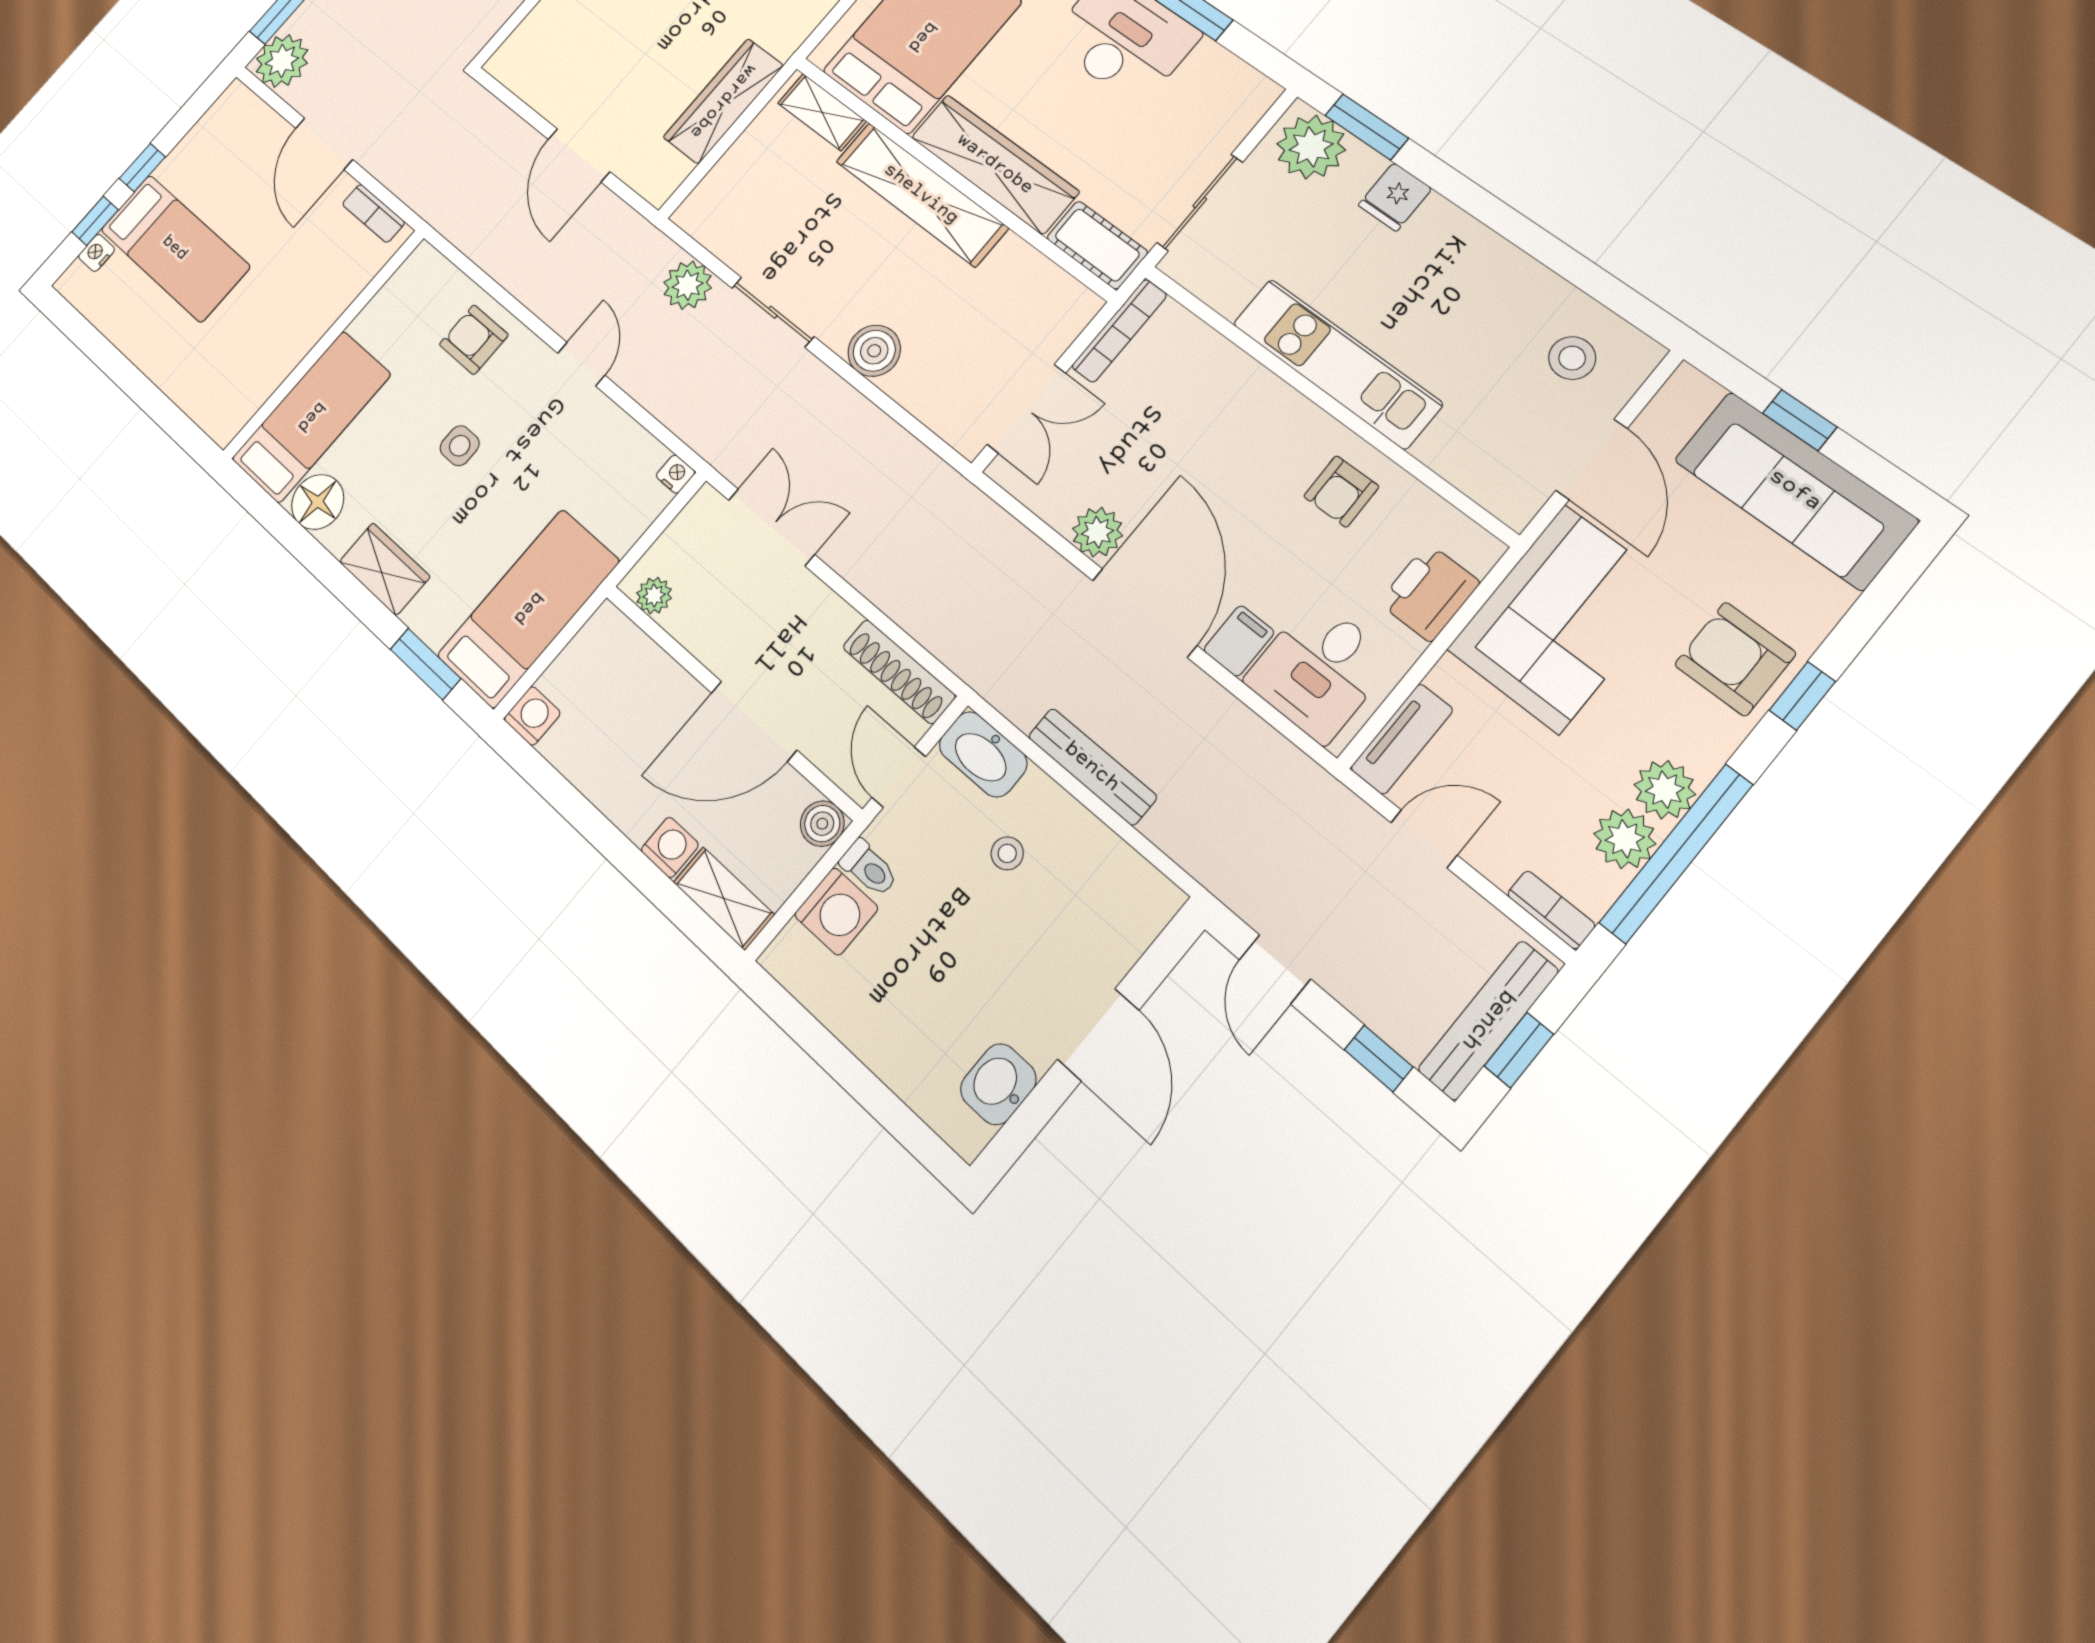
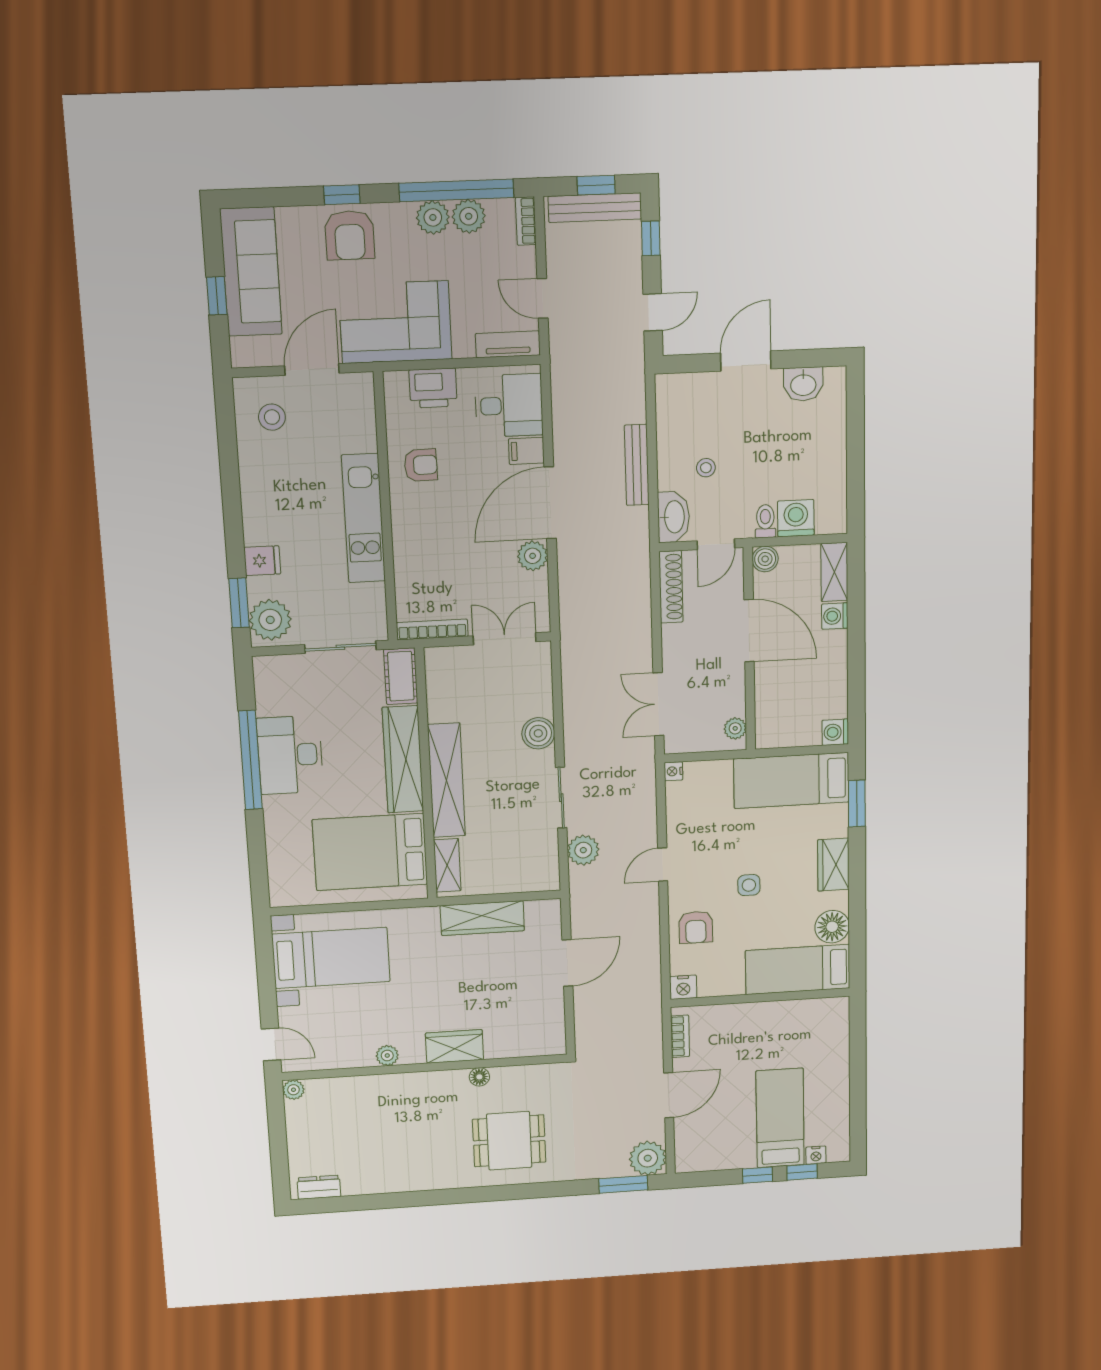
nightstand: (423, 265) -> (683, 987), added

